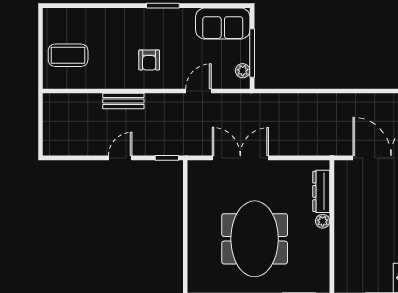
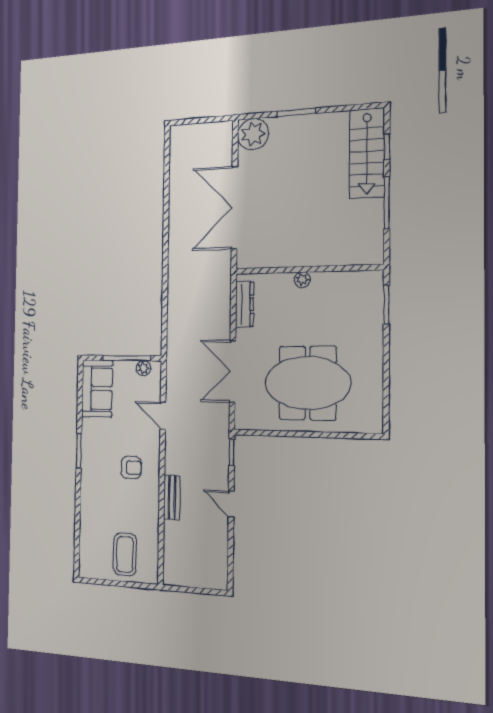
dresser: (321, 191) -> (245, 304), moved, turned -90
meeting table: (255, 239) -> (308, 383), moved

